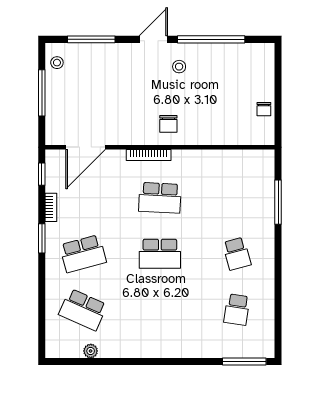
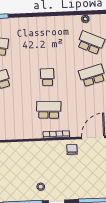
chair: (168, 124) -> (72, 149), moved
school desk: (160, 254) -> (47, 77), width x0.54

